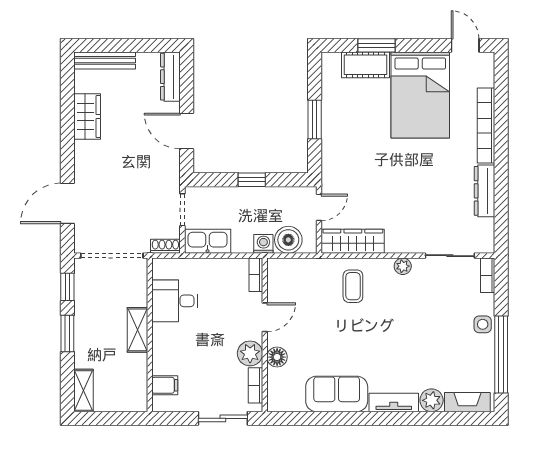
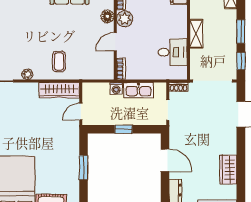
boiler: (288, 240) -> (100, 91), removed
kitchen sink: (208, 241) -> (138, 90), moved

